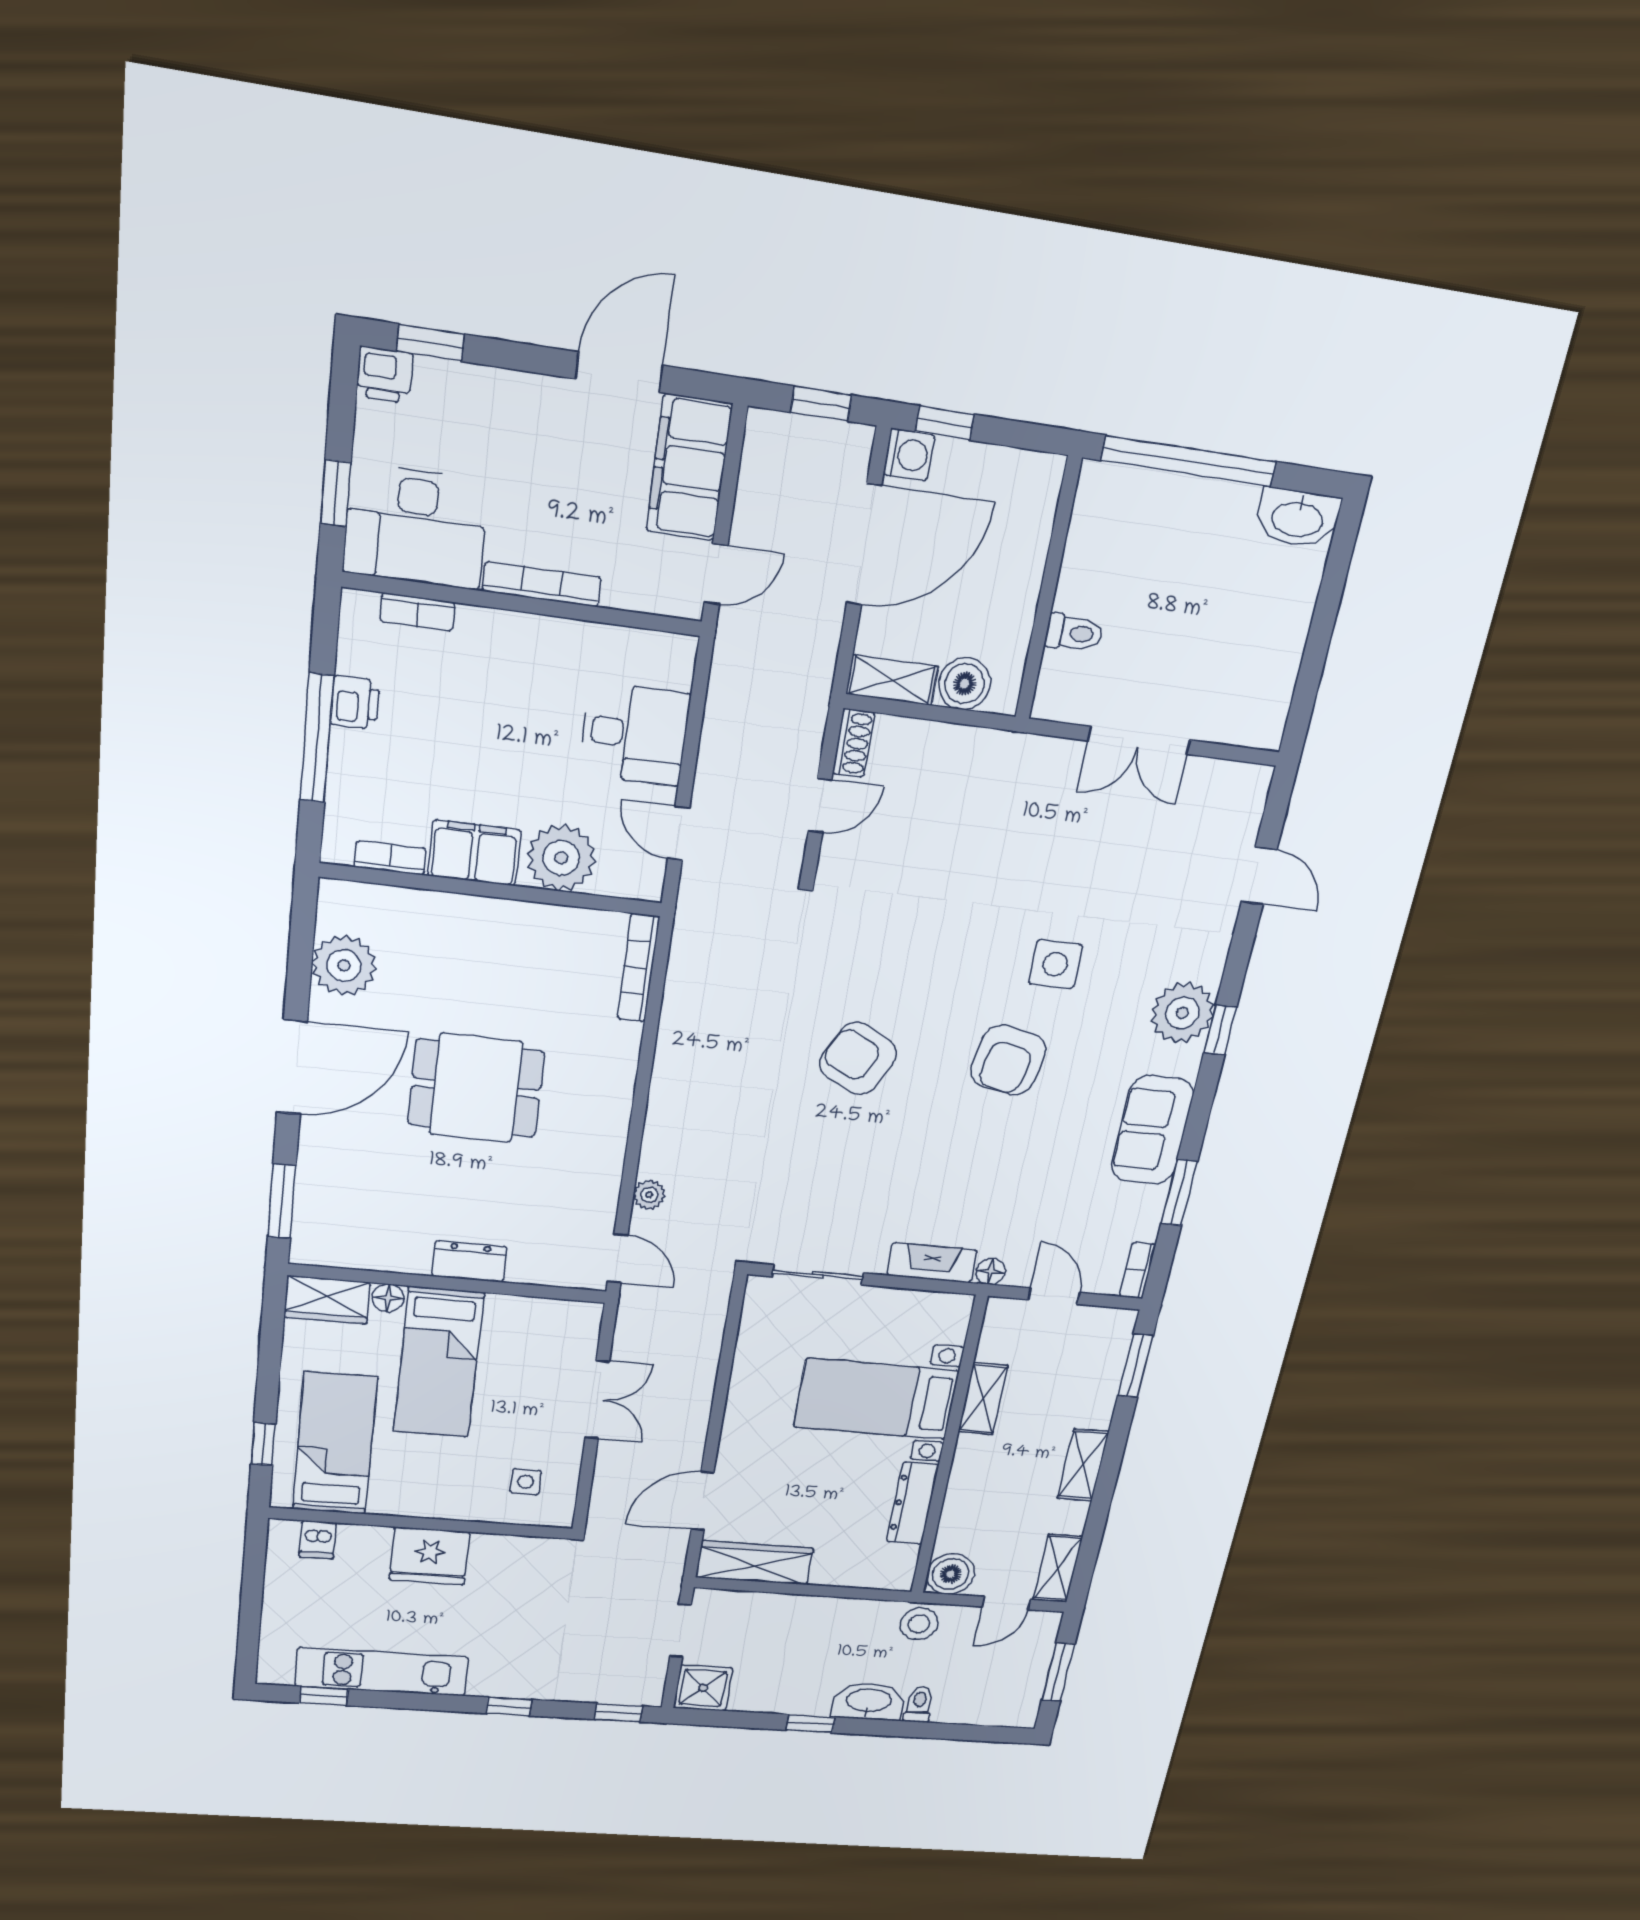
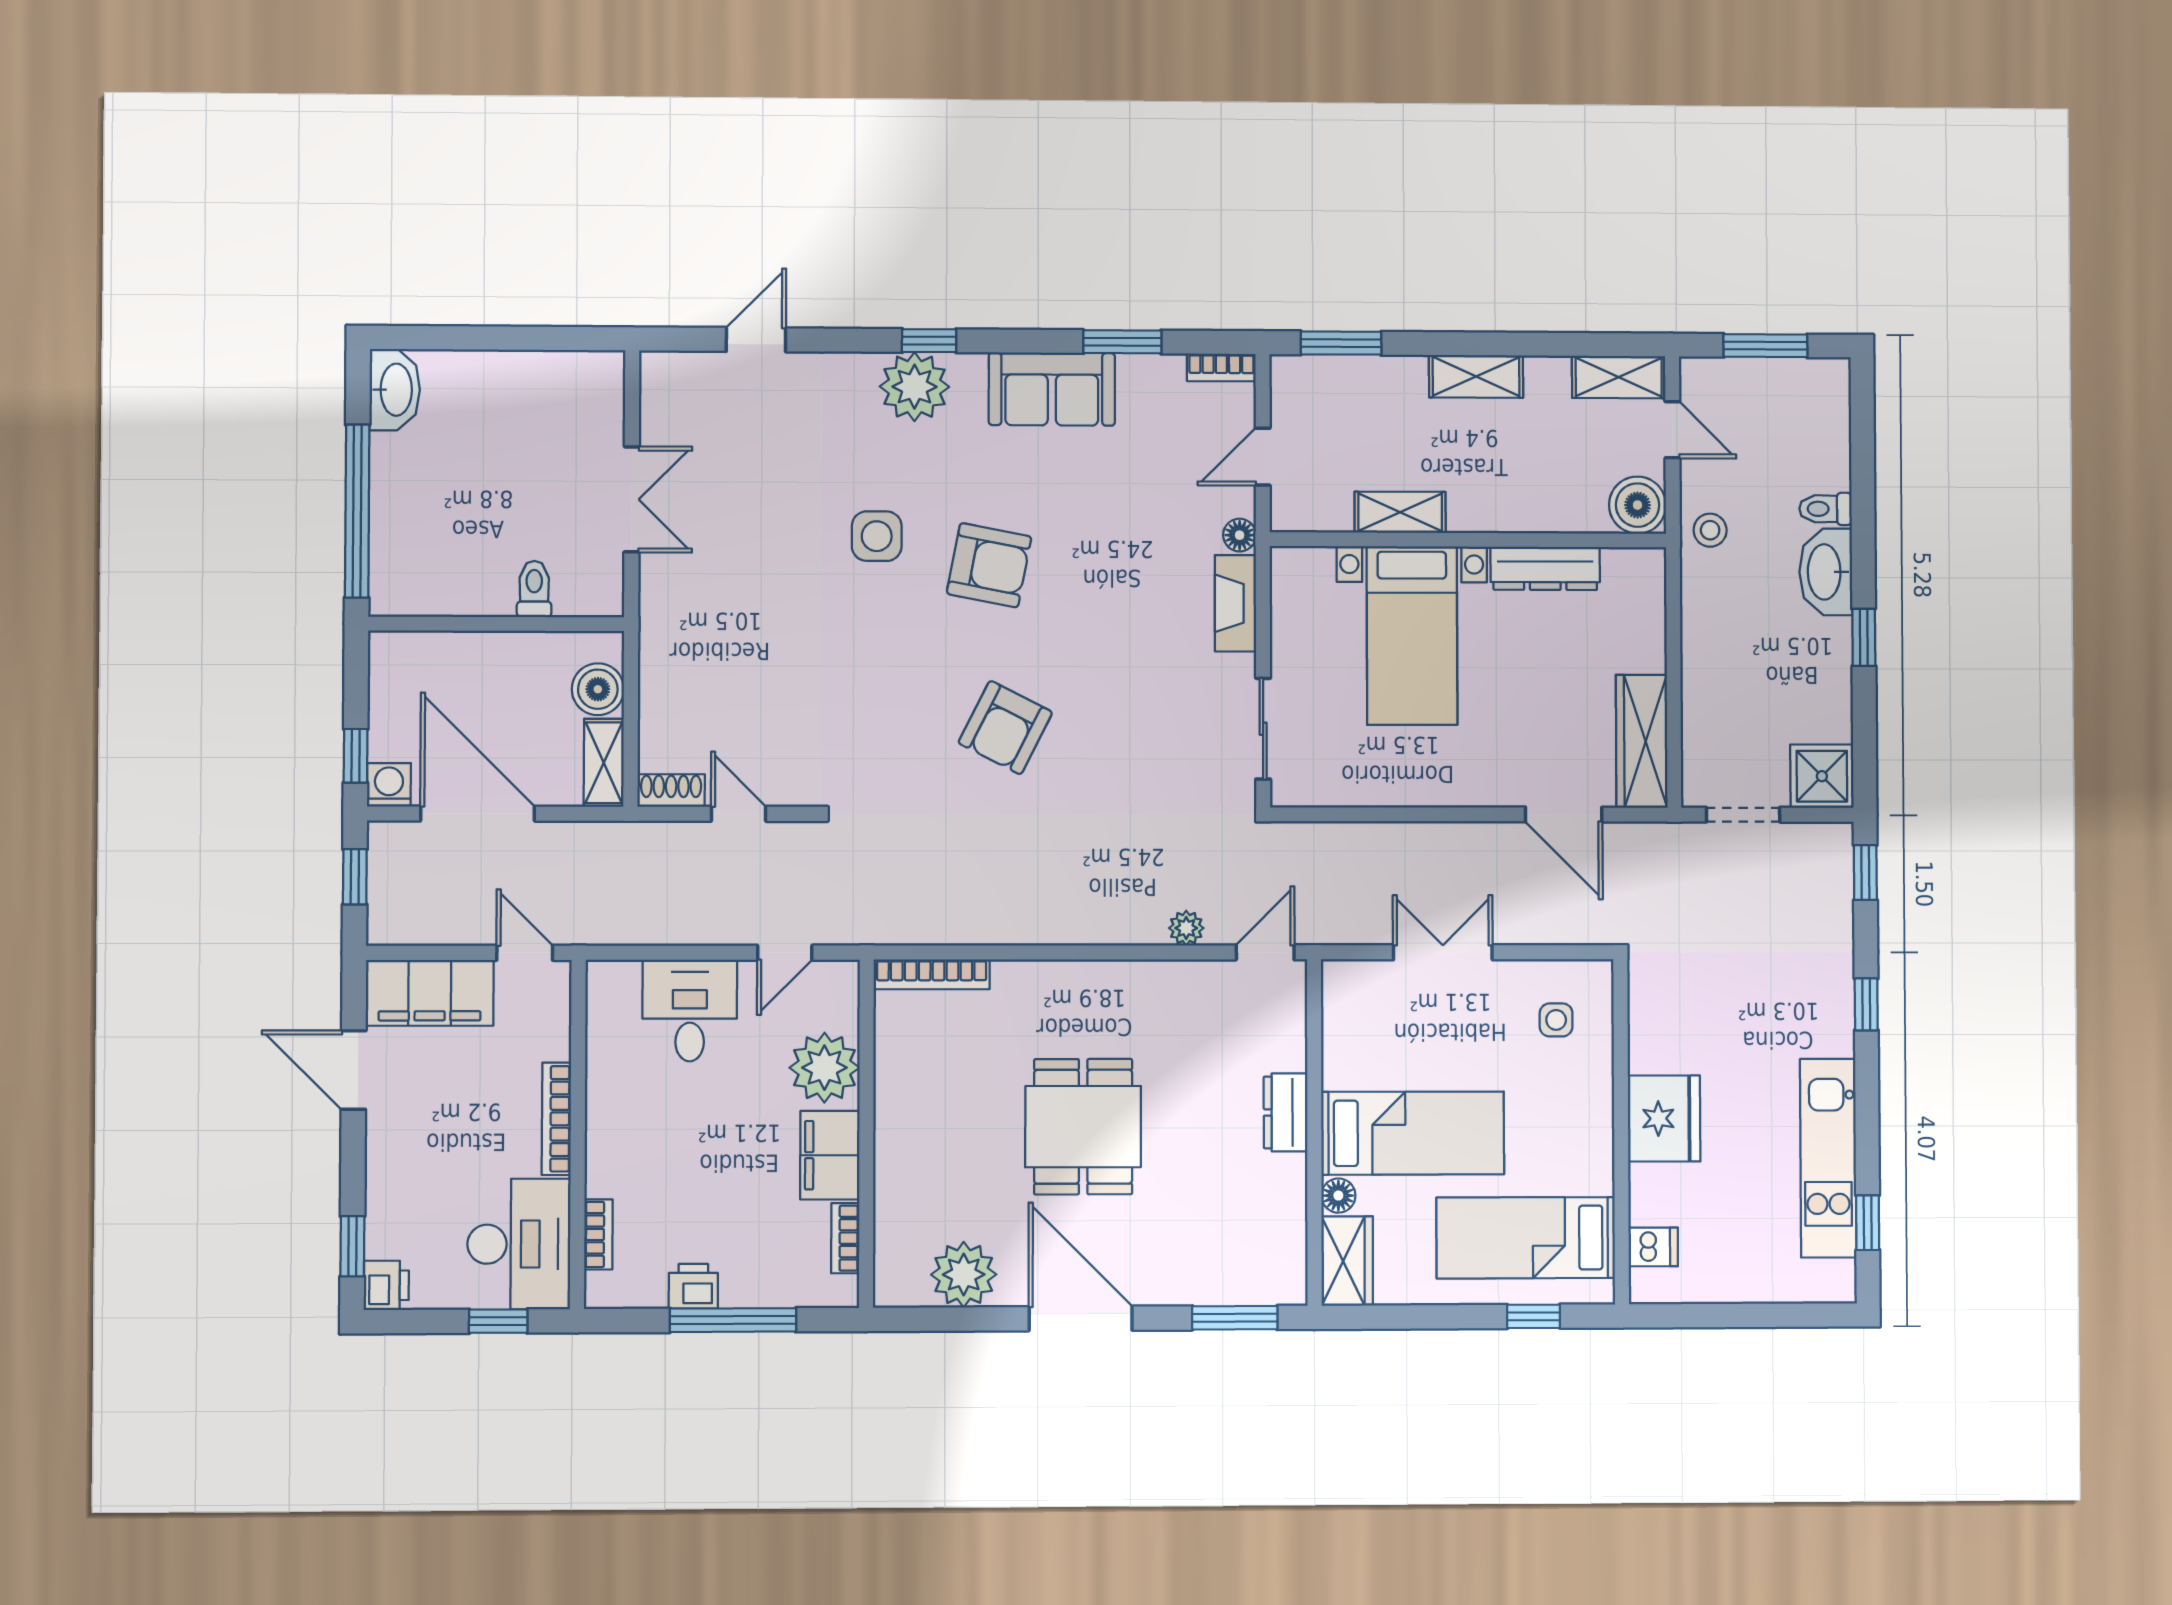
stool: (919, 1624) -> (1710, 530), width x0.73, depth x0.73

